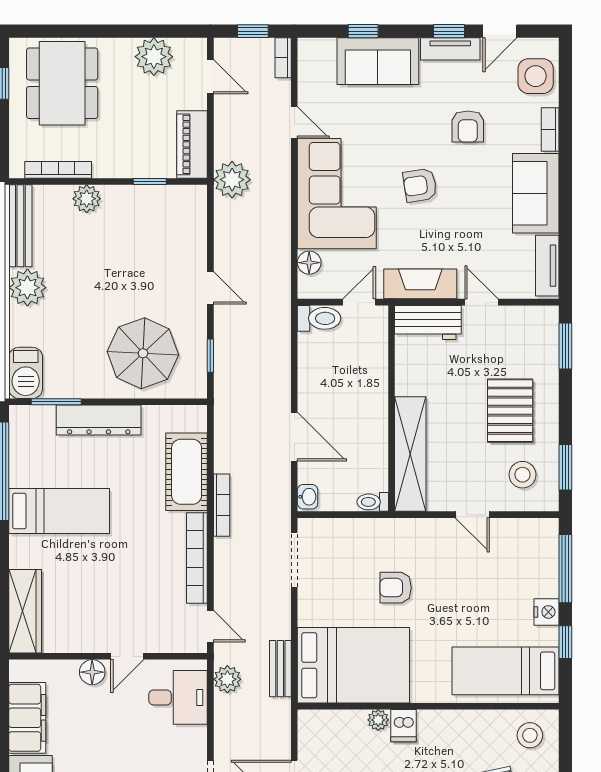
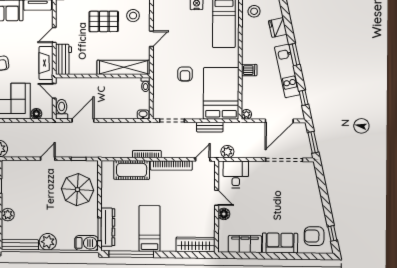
dresser: (99, 420) -> (108, 227), moved
door: (294, 437) -> (83, 121), moved
bench: (280, 669) -> (210, 127), moved
plant: (378, 720) -> (246, 114), moved

